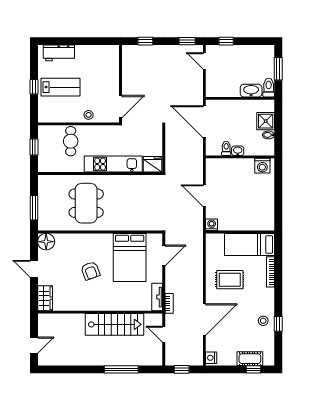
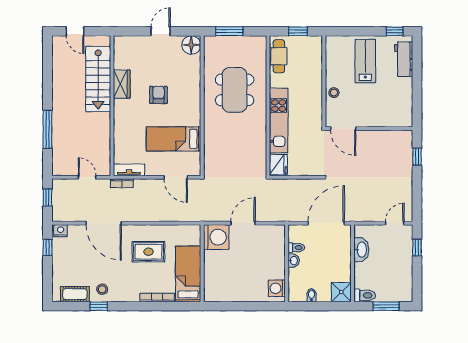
window: (187, 41) -> (417, 204), removed
window: (34, 87) -> (395, 31), moved
lab bench: (60, 87) -> (365, 61), turned 180
washbasin: (251, 91) -> (361, 250), moved
shower: (266, 121) -> (341, 292), moved
cafe table: (71, 141) -> (279, 56), moved, turned 90
dining table: (86, 203) -> (235, 90), turned 90
washing machine: (212, 225) -> (216, 237), width x1.89, depth x1.89
bed: (130, 257) -> (174, 139), width x0.67
armchair: (90, 271) -> (159, 95), turned 110
rug: (230, 280) -> (148, 252), turned 90
wardrobe: (45, 298) -> (122, 84), moved, turned -90
stairs: (115, 324) -> (98, 79), moved
door: (164, 334) -> (87, 177), hinge flipped
cot: (250, 359) -> (75, 294), moved, turned 90
window: (253, 369) -> (47, 247), moved

